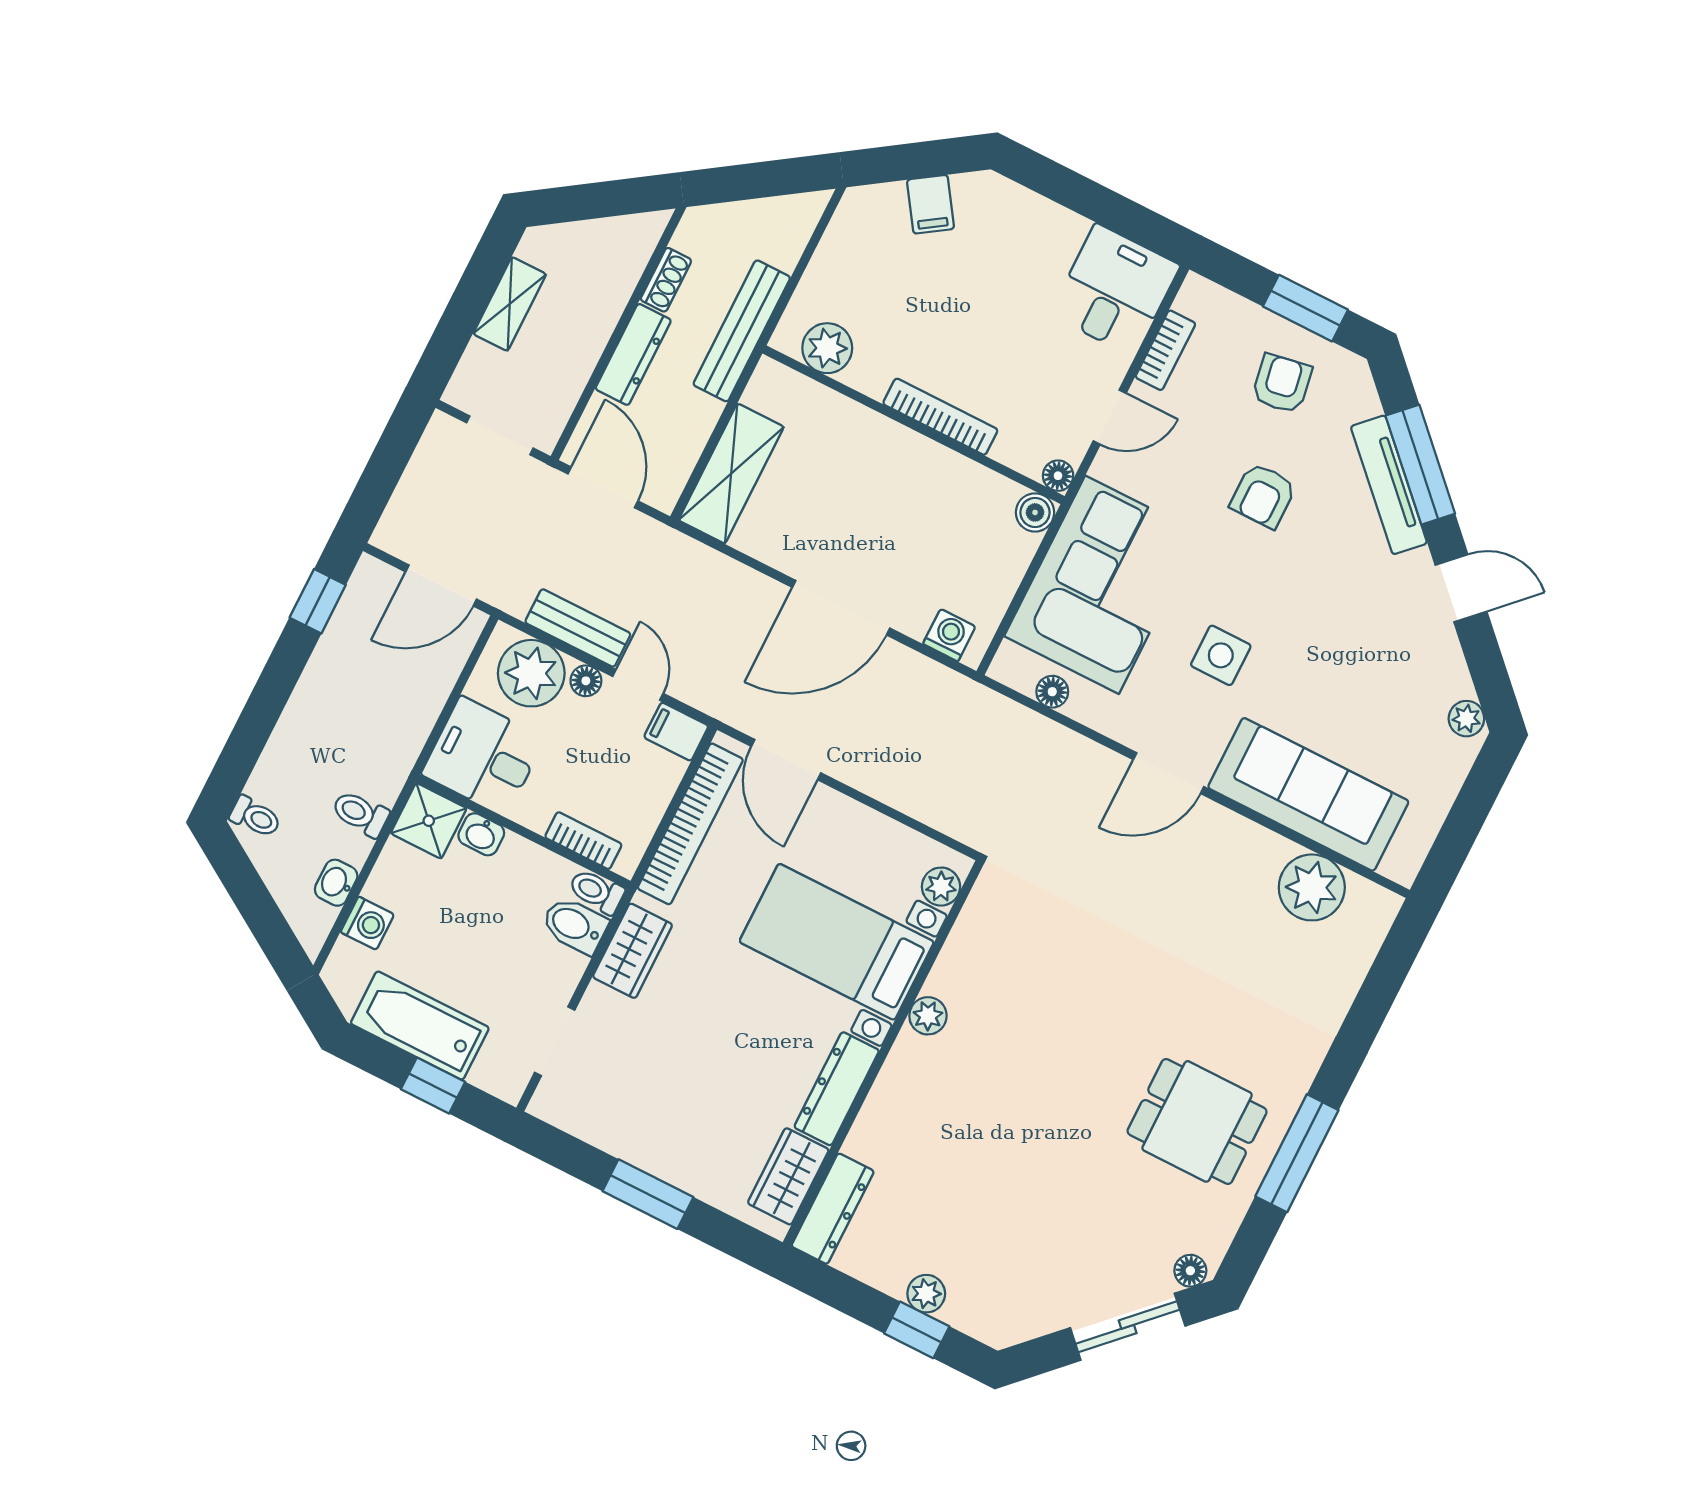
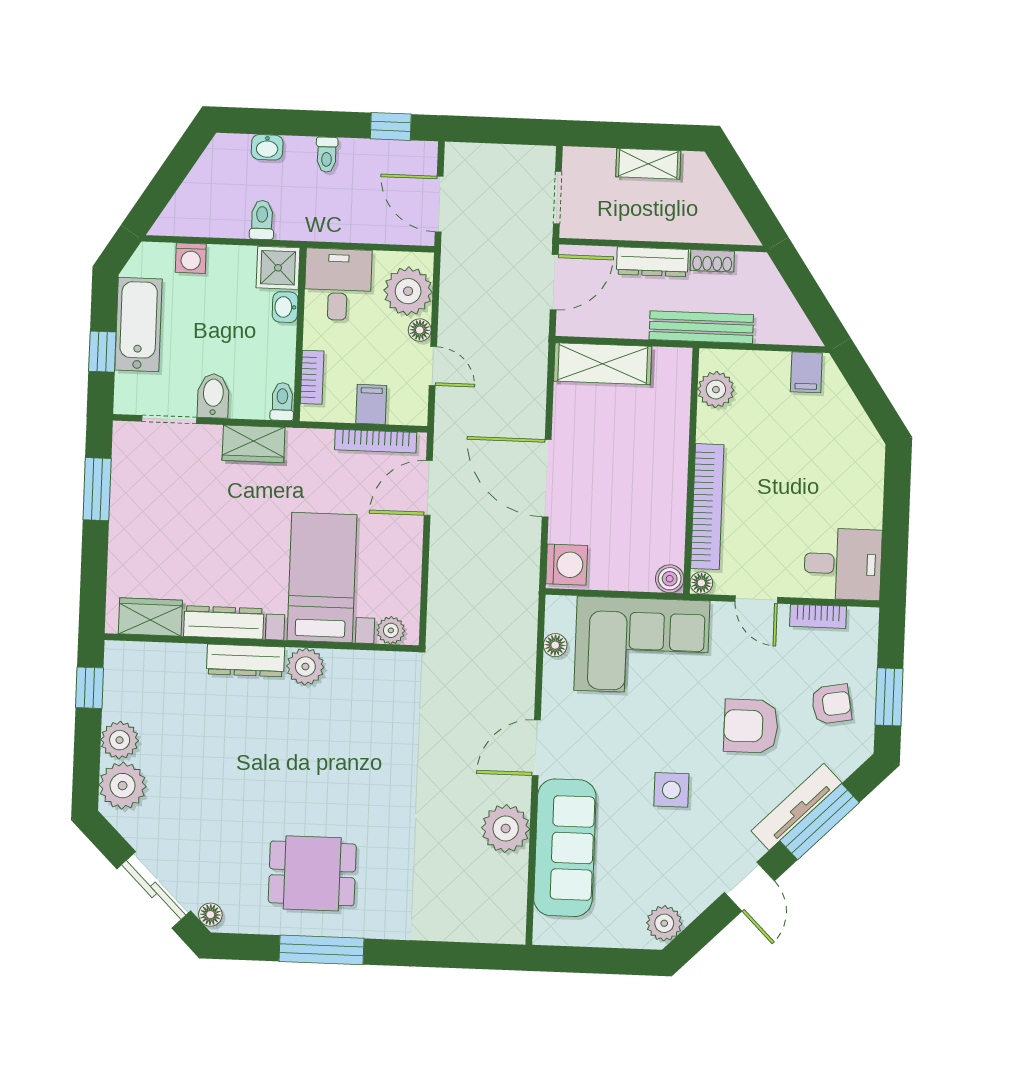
filing cabinet: (931, 204) -> (806, 372), moved, turned -56
bookcase: (940, 417) -> (707, 507), width x1.48, depth x1.31
armchair: (1263, 496) -> (751, 726), width x1.38, depth x1.38
bench: (578, 628) -> (453, 308), removed
washing machine: (949, 635) -> (567, 565), width x1.38, depth x1.38
side table: (1221, 655) -> (671, 790), moved
door: (638, 685) -> (433, 366), hinge flipped
plant: (1466, 719) -> (664, 923), width x1.38, depth x1.38
filing cabinet: (676, 732) -> (371, 404), moved
door: (1169, 773) -> (536, 748), hinge flipped
toilet: (255, 817) -> (327, 155), moved
bookcase: (690, 824) -> (376, 441), width x0.68, depth x0.76
washbasin: (336, 883) -> (267, 147), moved, turned 180
plant: (1312, 887) -> (506, 828), moved
bidet: (575, 925) -> (213, 396), moved
plant: (928, 1016) -> (305, 667), width x1.38, depth x1.38
dining table: (1197, 1121) -> (312, 873), turned 90
window: (648, 1194) -> (97, 489), moved
dresser: (833, 1209) -> (246, 660), moved
plant: (926, 1294) -> (120, 740), width x1.38, depth x1.38
plant: (981, 1306) -> (123, 786), added
window: (917, 1330) -> (89, 688), moved

